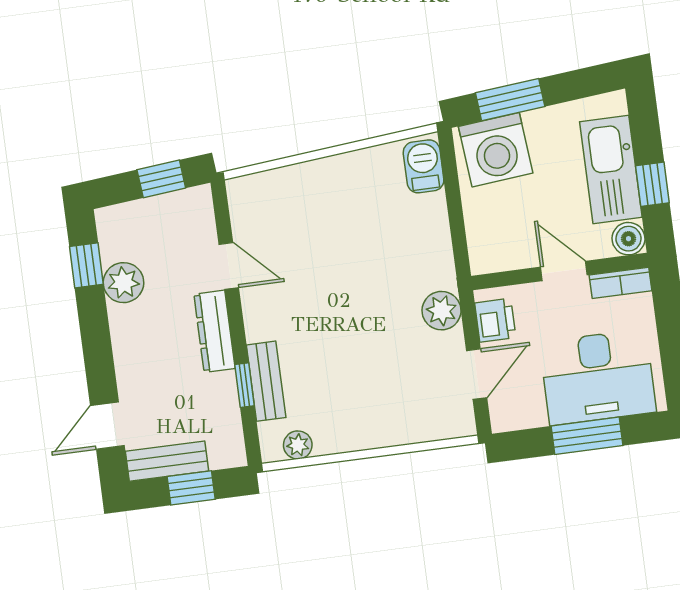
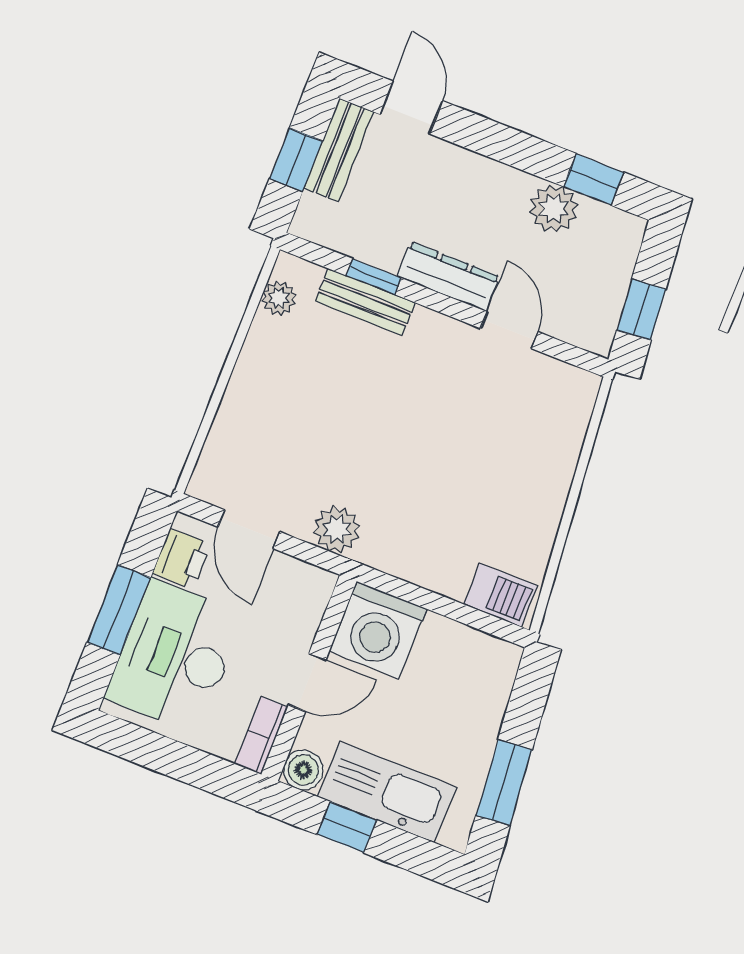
window: (510, 100) -> (504, 782), moved
washing machine: (496, 150) -> (378, 630), moved, turned -85
door: (229, 266) -> (509, 330), swing flipped
printer: (495, 320) -> (182, 559), moved, turned -90

